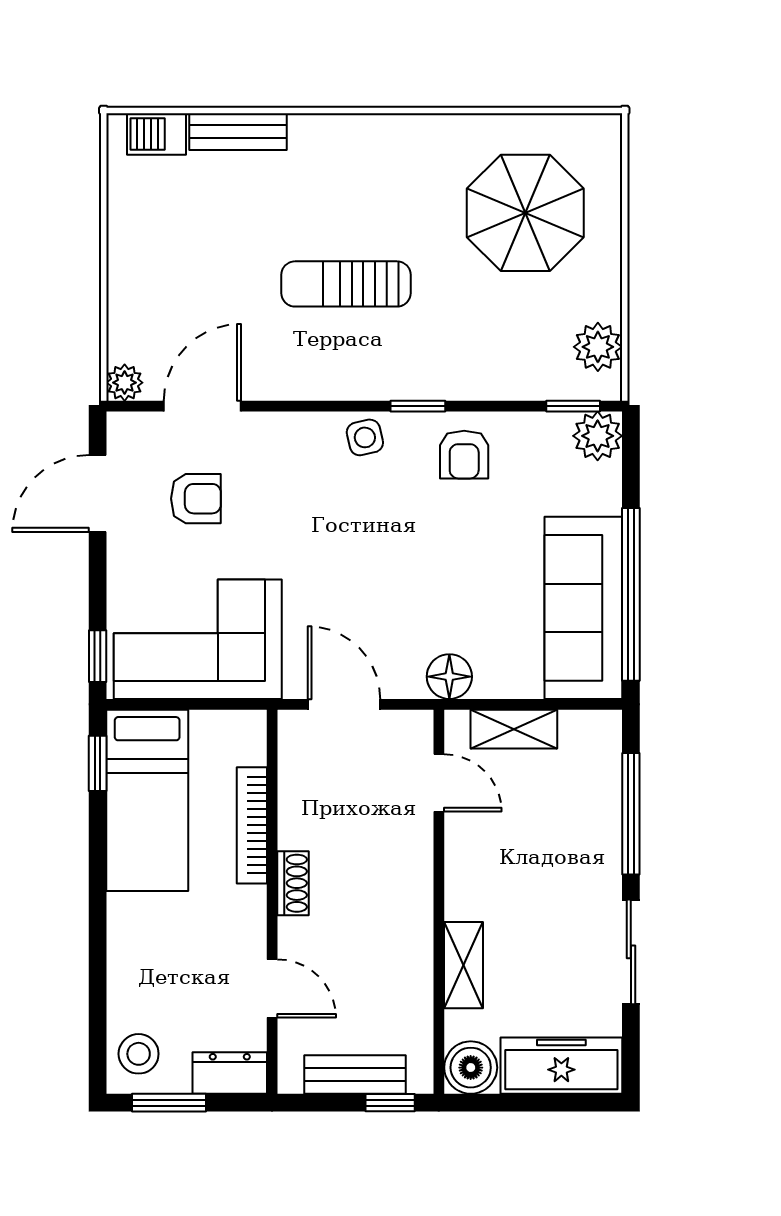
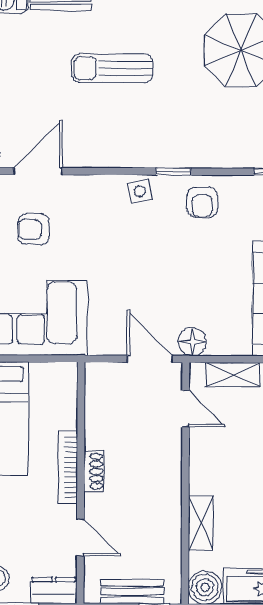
sun lounger: (346, 284) -> (112, 68), moved
armchair: (196, 499) -> (34, 229), turned 180
door: (344, 704) -> (150, 359), moved
bookcase: (252, 825) -> (68, 467), moved

